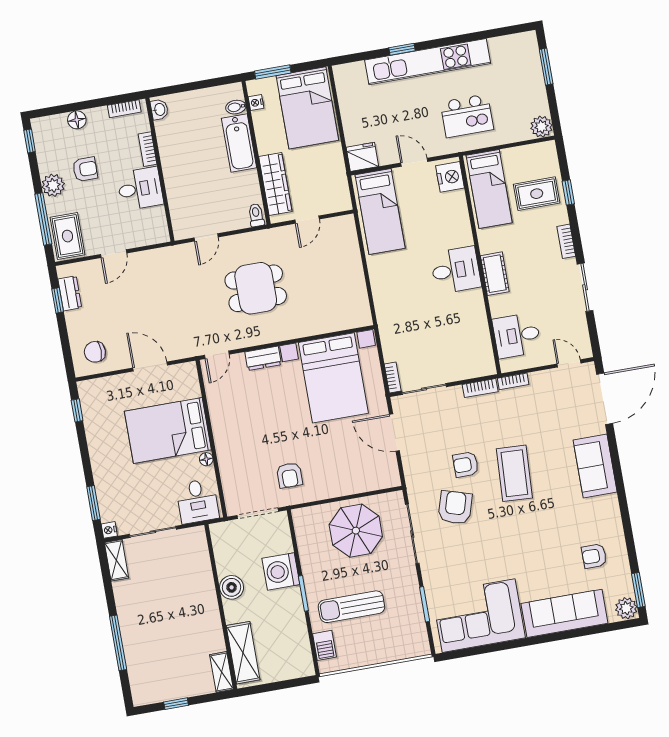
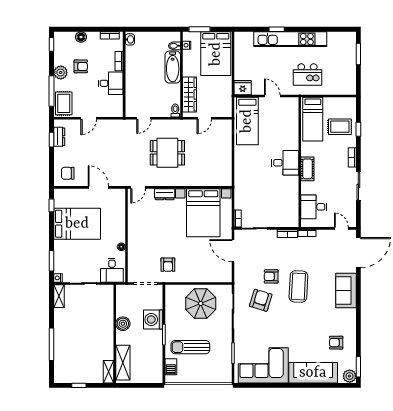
plant: (541, 127) -> (350, 88), removed
nightstand: (450, 177) -> (291, 108), removed
bed: (168, 430) -> (77, 224), moved, turned 180

